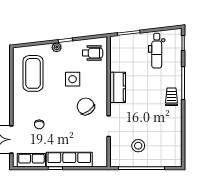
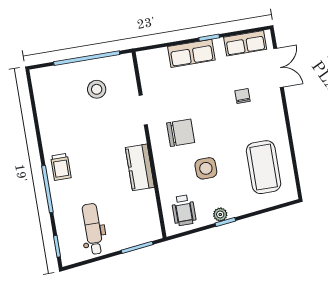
plant: (57, 47) -> (220, 214), moved
wheelchair: (92, 53) -> (184, 210), turned -90
chair: (86, 106) -> (181, 133), turned -54
row of seats: (69, 159) -> (191, 53), width x0.68

